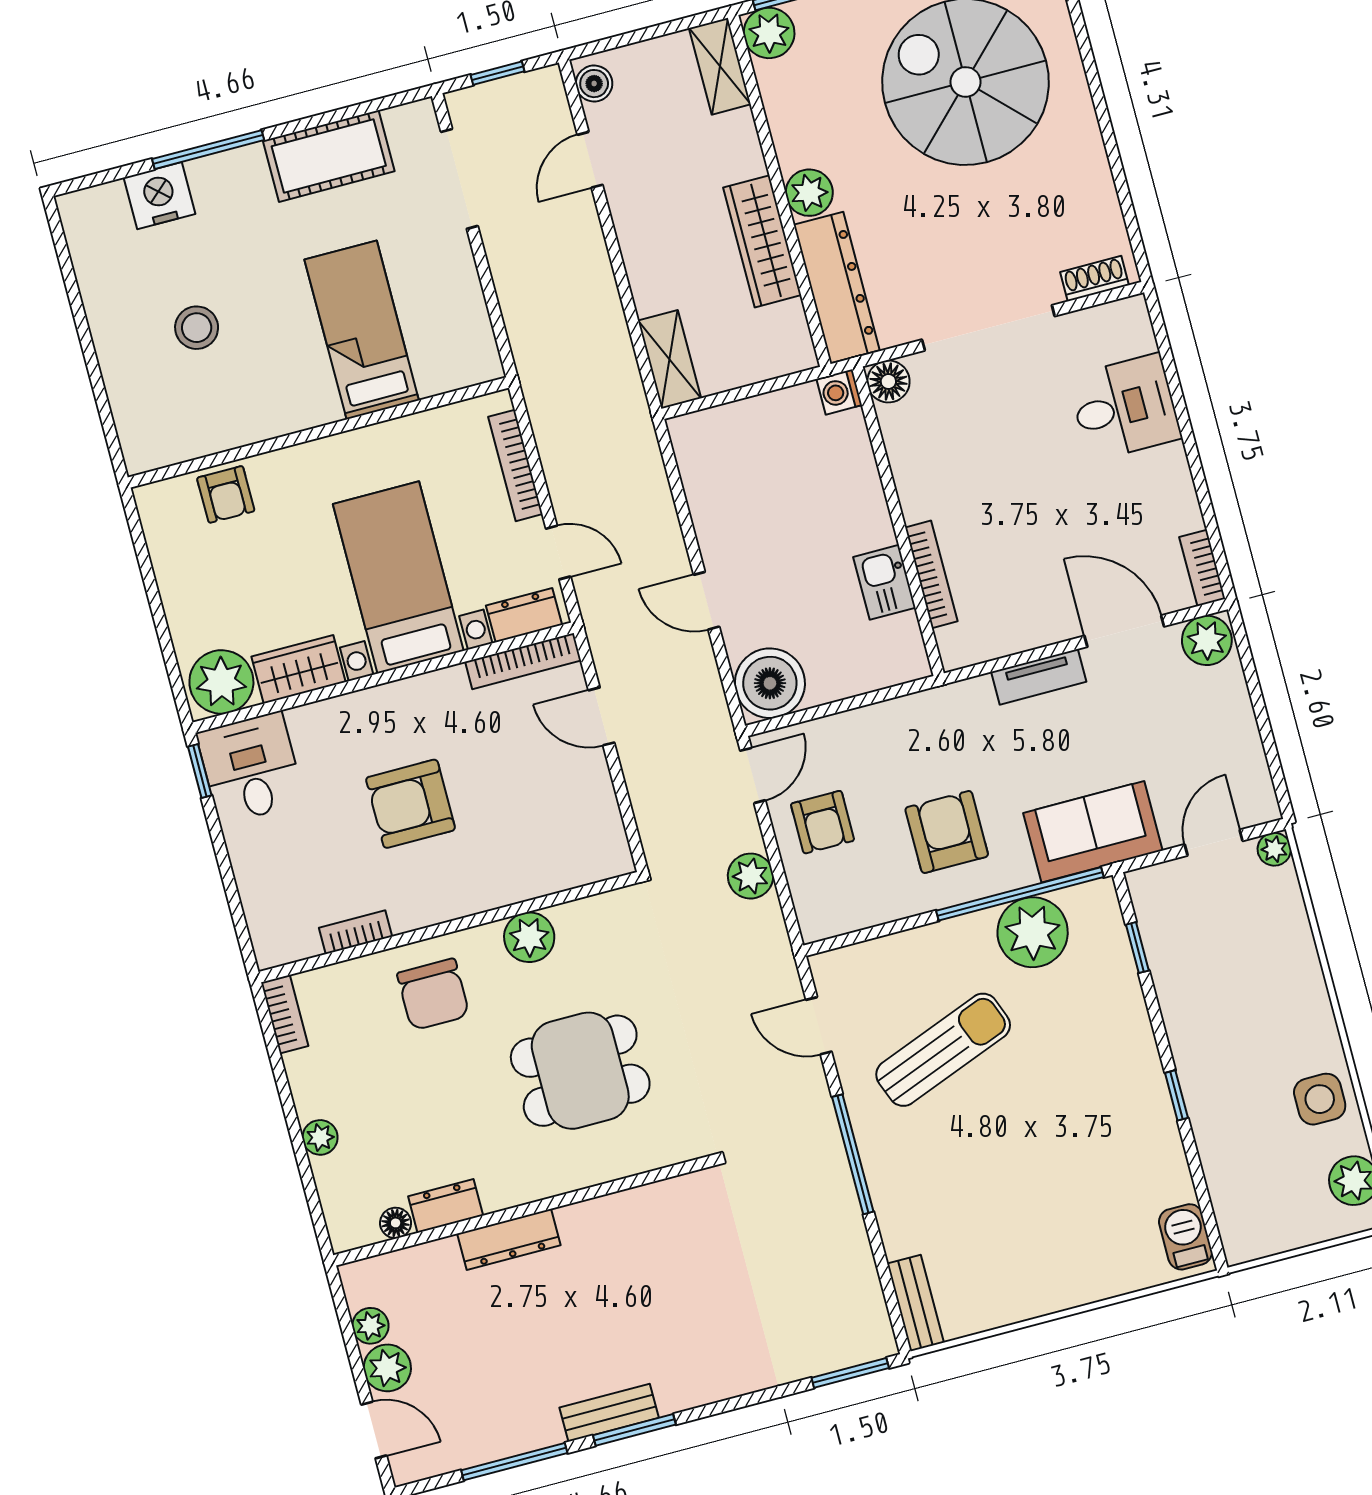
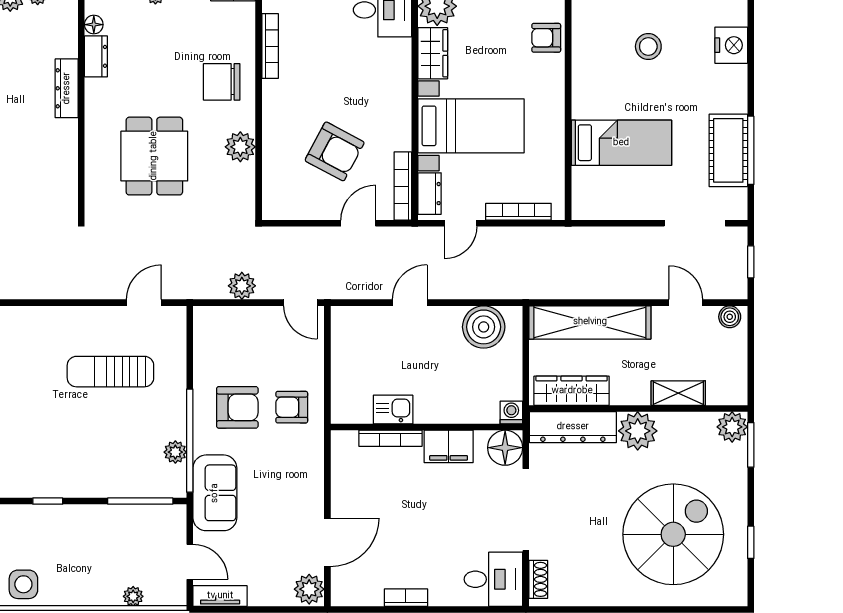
shelving: (720, 66) -> (678, 393), moved
window: (208, 150) -> (751, 150), moved
plant: (809, 193) -> (638, 431), width x1.36, depth x1.36
wardrobe: (762, 241) -> (572, 391), moved
shelving: (669, 359) -> (590, 322), width x2.20, depth x1.33
floor lamp: (888, 381) -> (505, 448), width x1.38, depth x1.38
desk: (1125, 407) -> (493, 579), moved, turned -90
filing cabinet: (920, 478) -> (449, 446), added
bookcase: (1202, 568) -> (406, 598), moved
tv unit: (1039, 677) -> (220, 596), moved, turned 90
boiler: (770, 683) -> (484, 327), moved
armchair: (411, 804) -> (335, 151), moved, turned 118
armchair: (822, 822) -> (292, 407), moved
plant: (1274, 849) -> (133, 596), moved
bookcase: (356, 932) -> (270, 46), width x1.56
plant: (1033, 932) -> (175, 452), width x0.53, depth x0.53
window: (1137, 948) -> (140, 501), width x2.17
sun lounger: (943, 1050) -> (110, 372), turned 111
window: (853, 1154) -> (63, 303), removed

